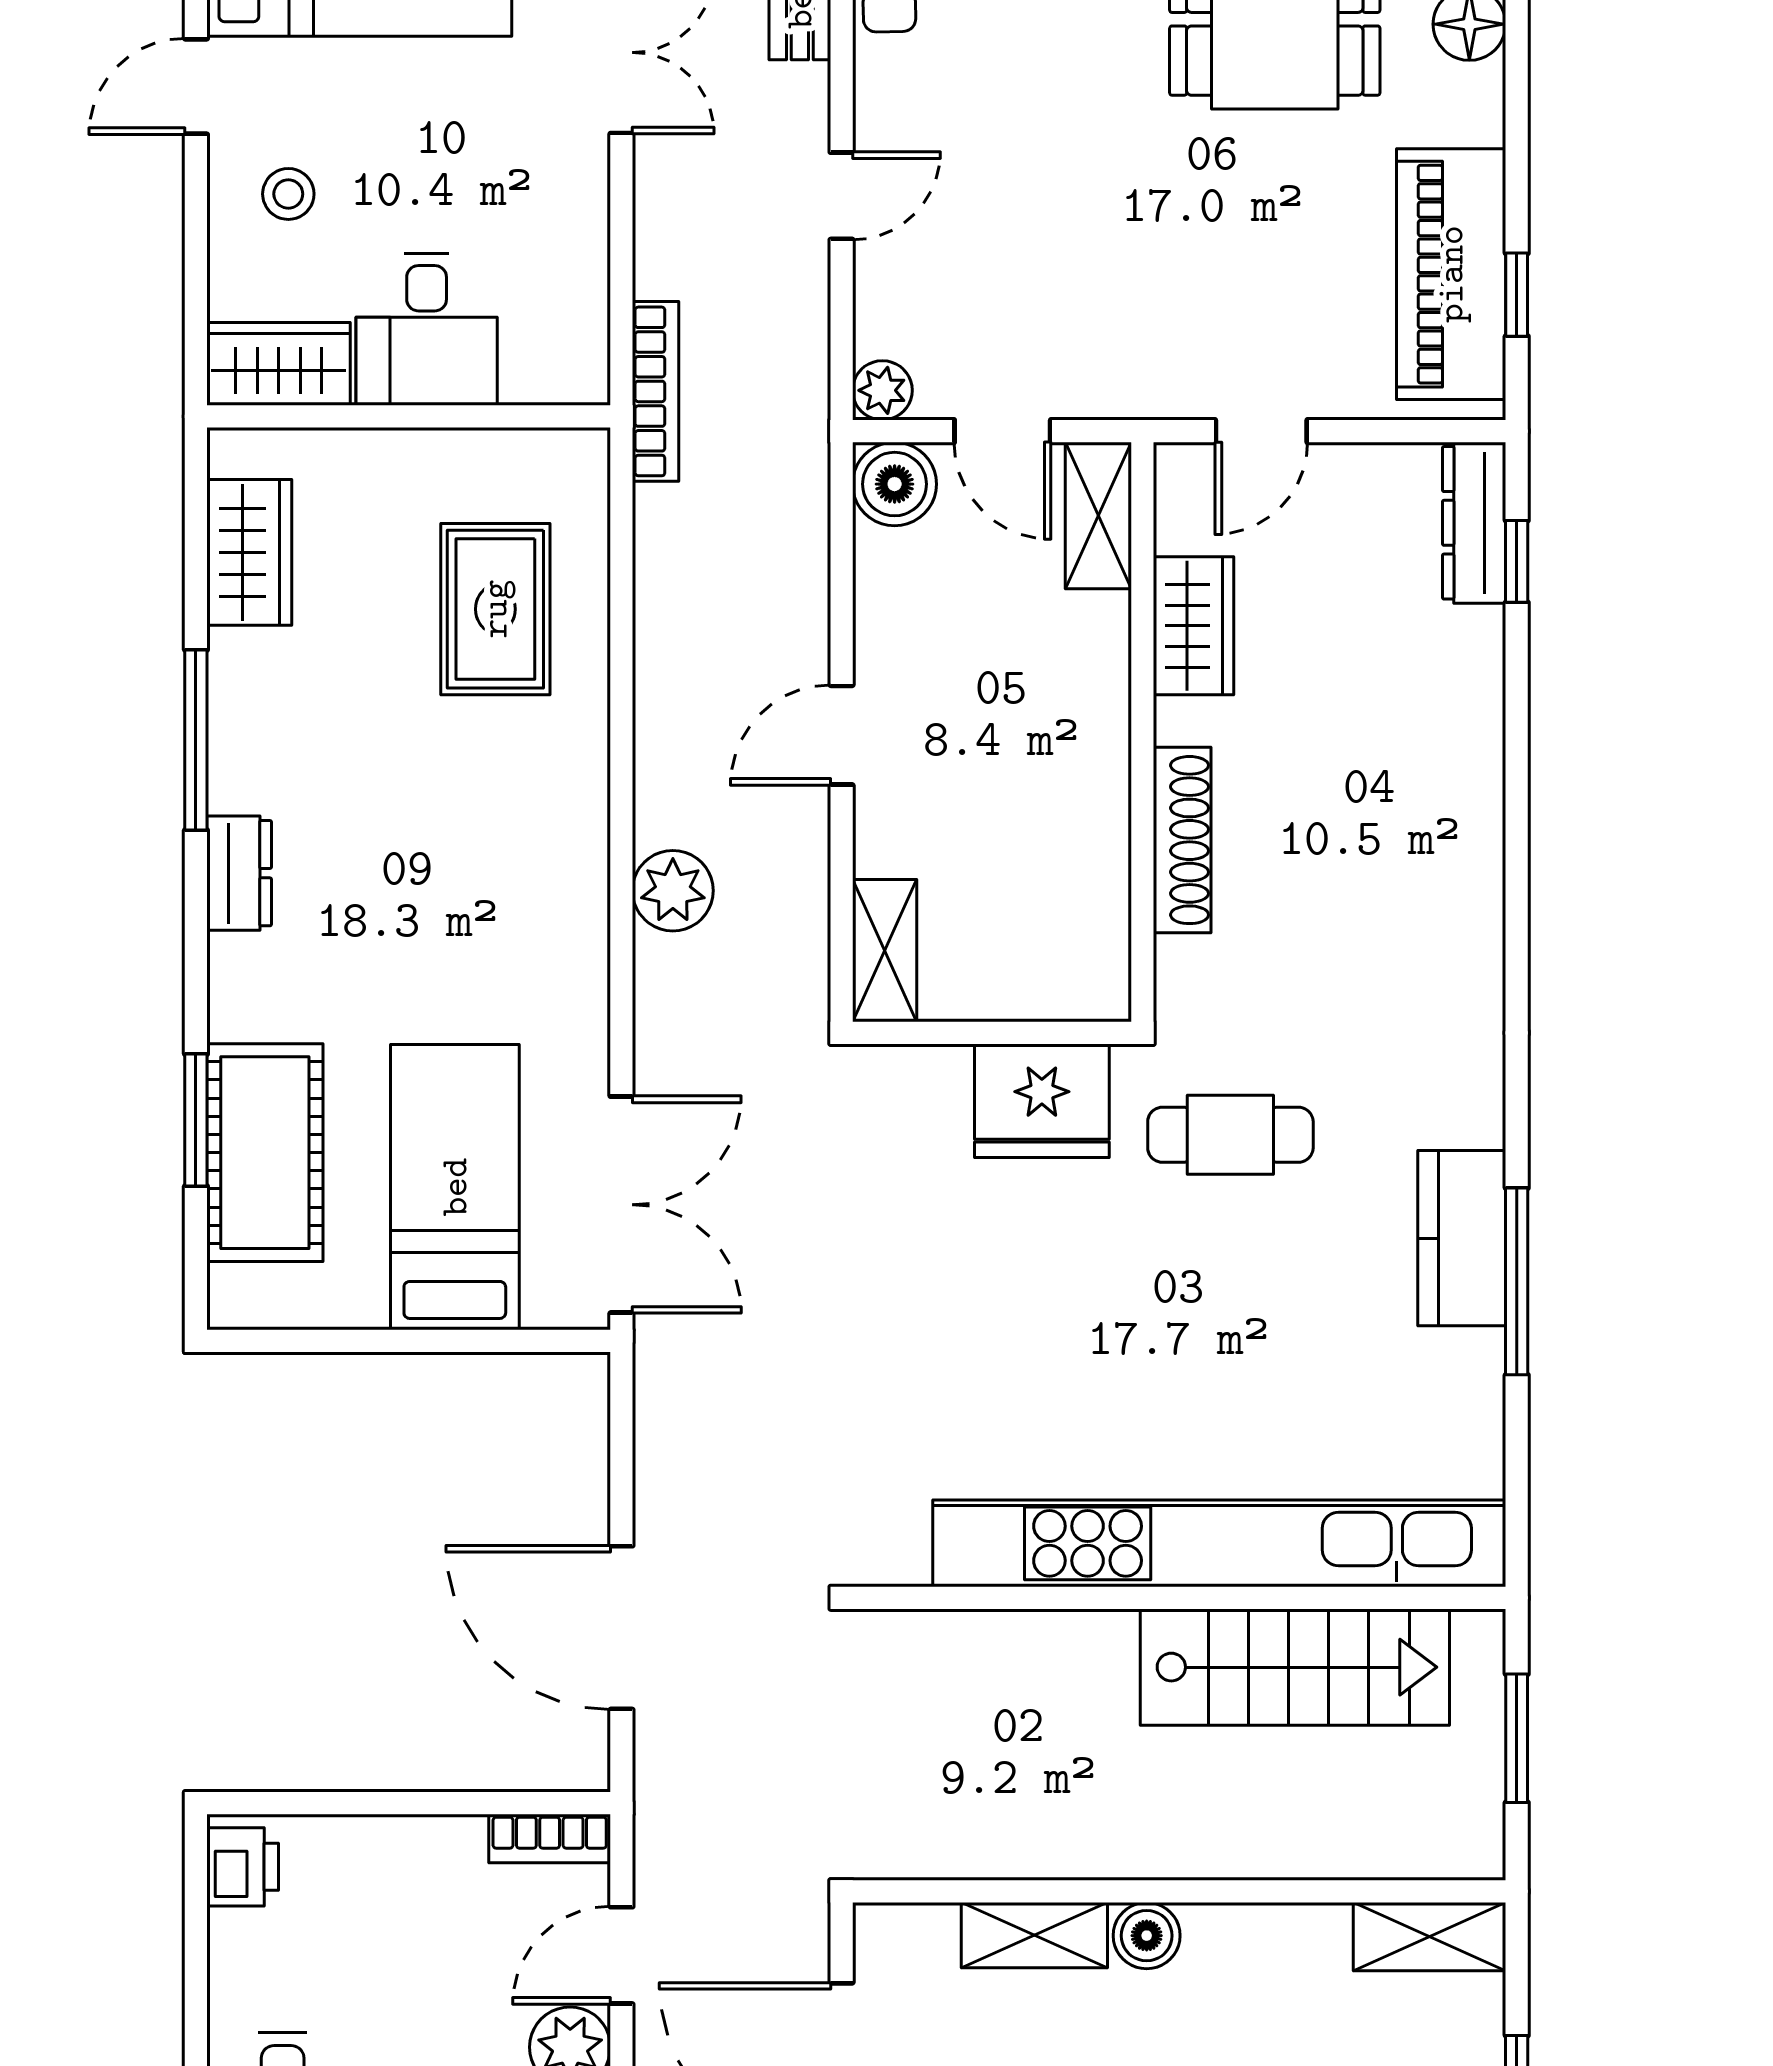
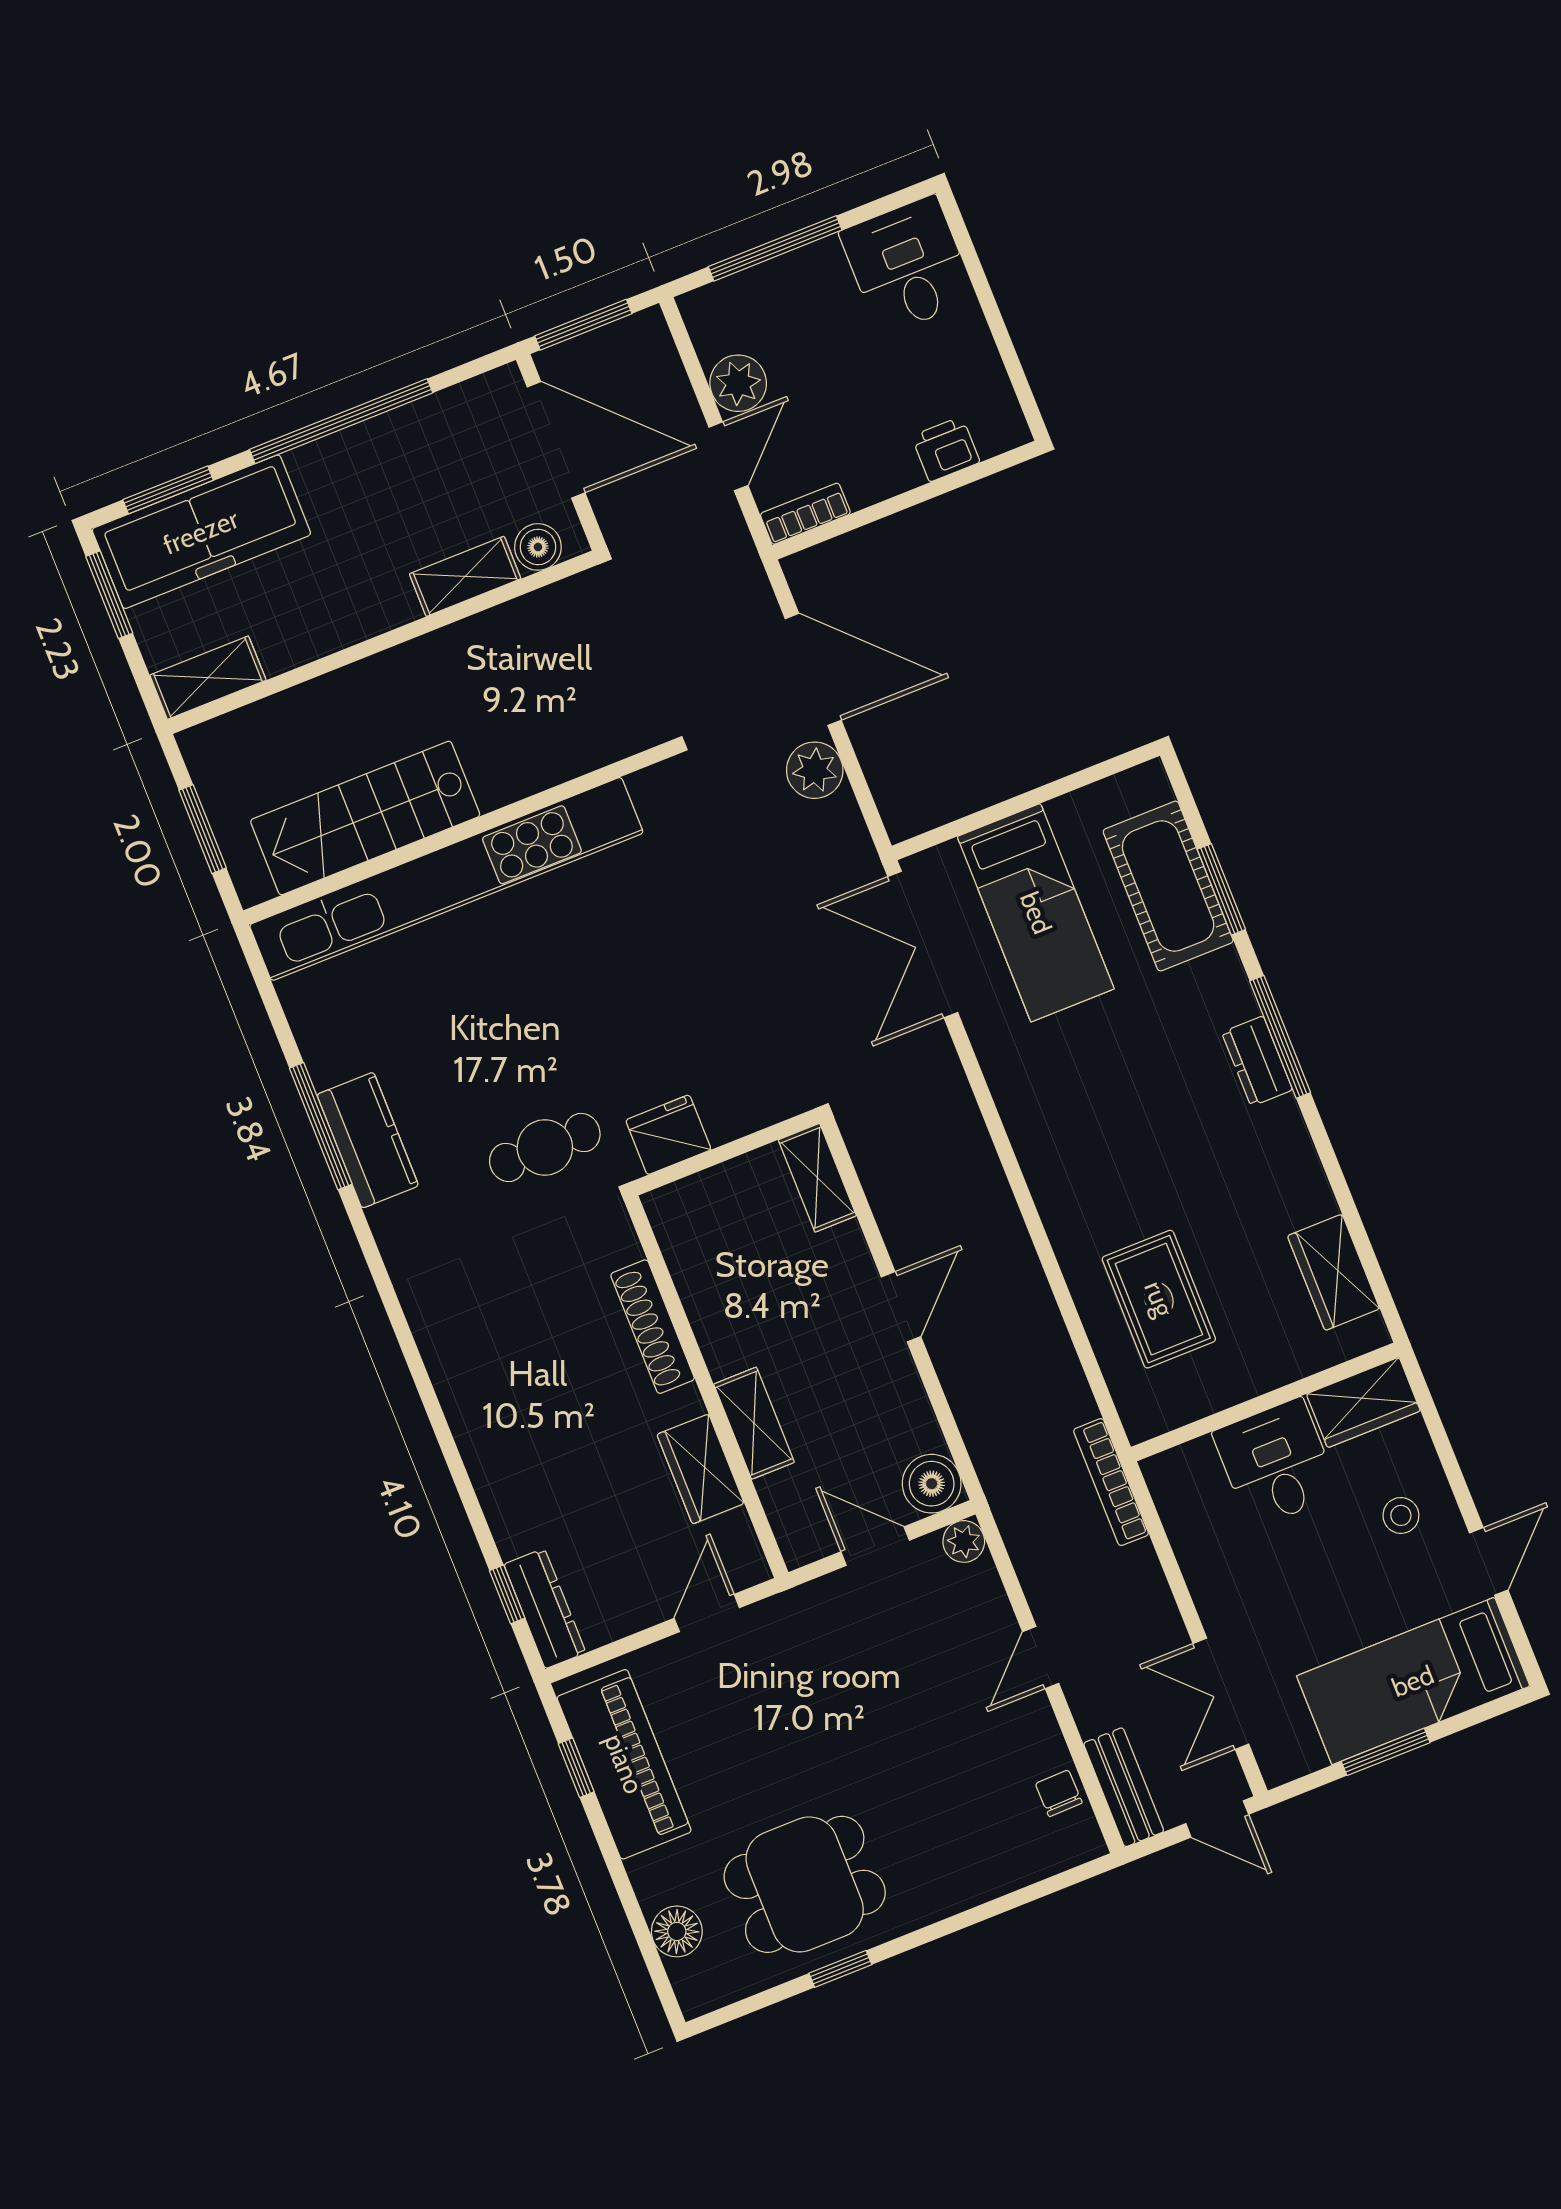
shelving: (1098, 516) -> (754, 1423), moved
window: (196, 740) -> (1280, 1037), moved
plant: (673, 891) -> (815, 770), moved
fridge: (1042, 1101) -> (668, 1135), width x0.73, depth x0.75
printer: (243, 1867) -> (946, 449), moved, turned 90
boiler: (1147, 1936) -> (538, 547), moved

